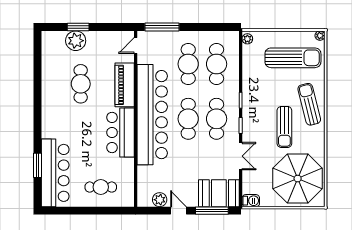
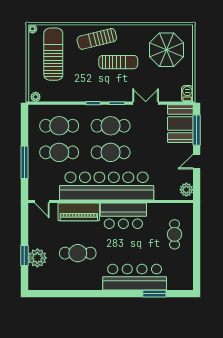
window: (162, 27) -> (24, 162), moved
bar counter: (55, 173) -> (135, 277), moved
parasol: (298, 179) -> (167, 50), width x0.73, depth x0.73
plant: (160, 200) -> (186, 190), moved

